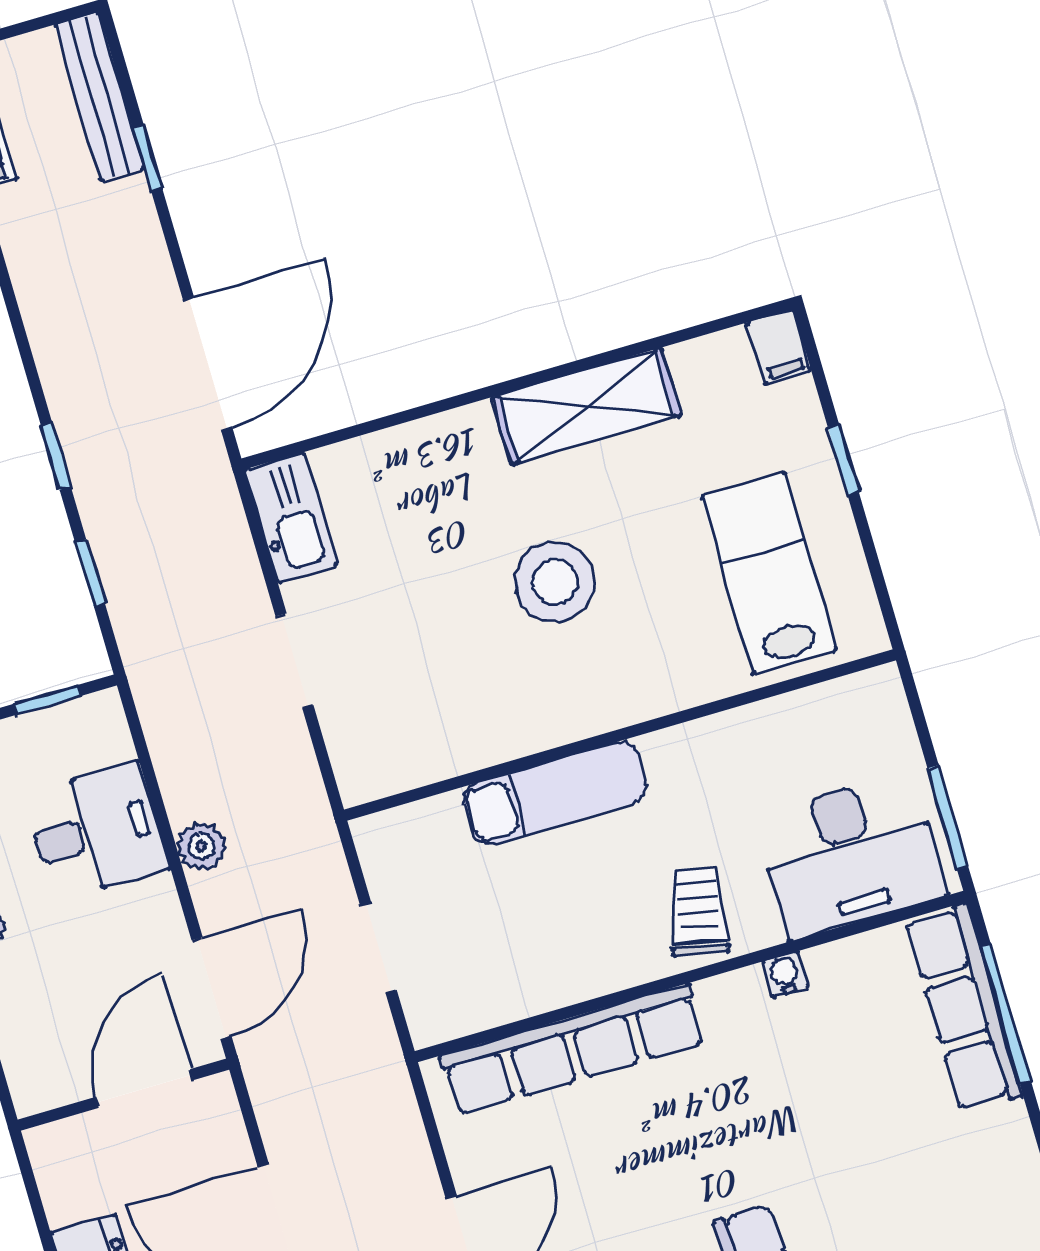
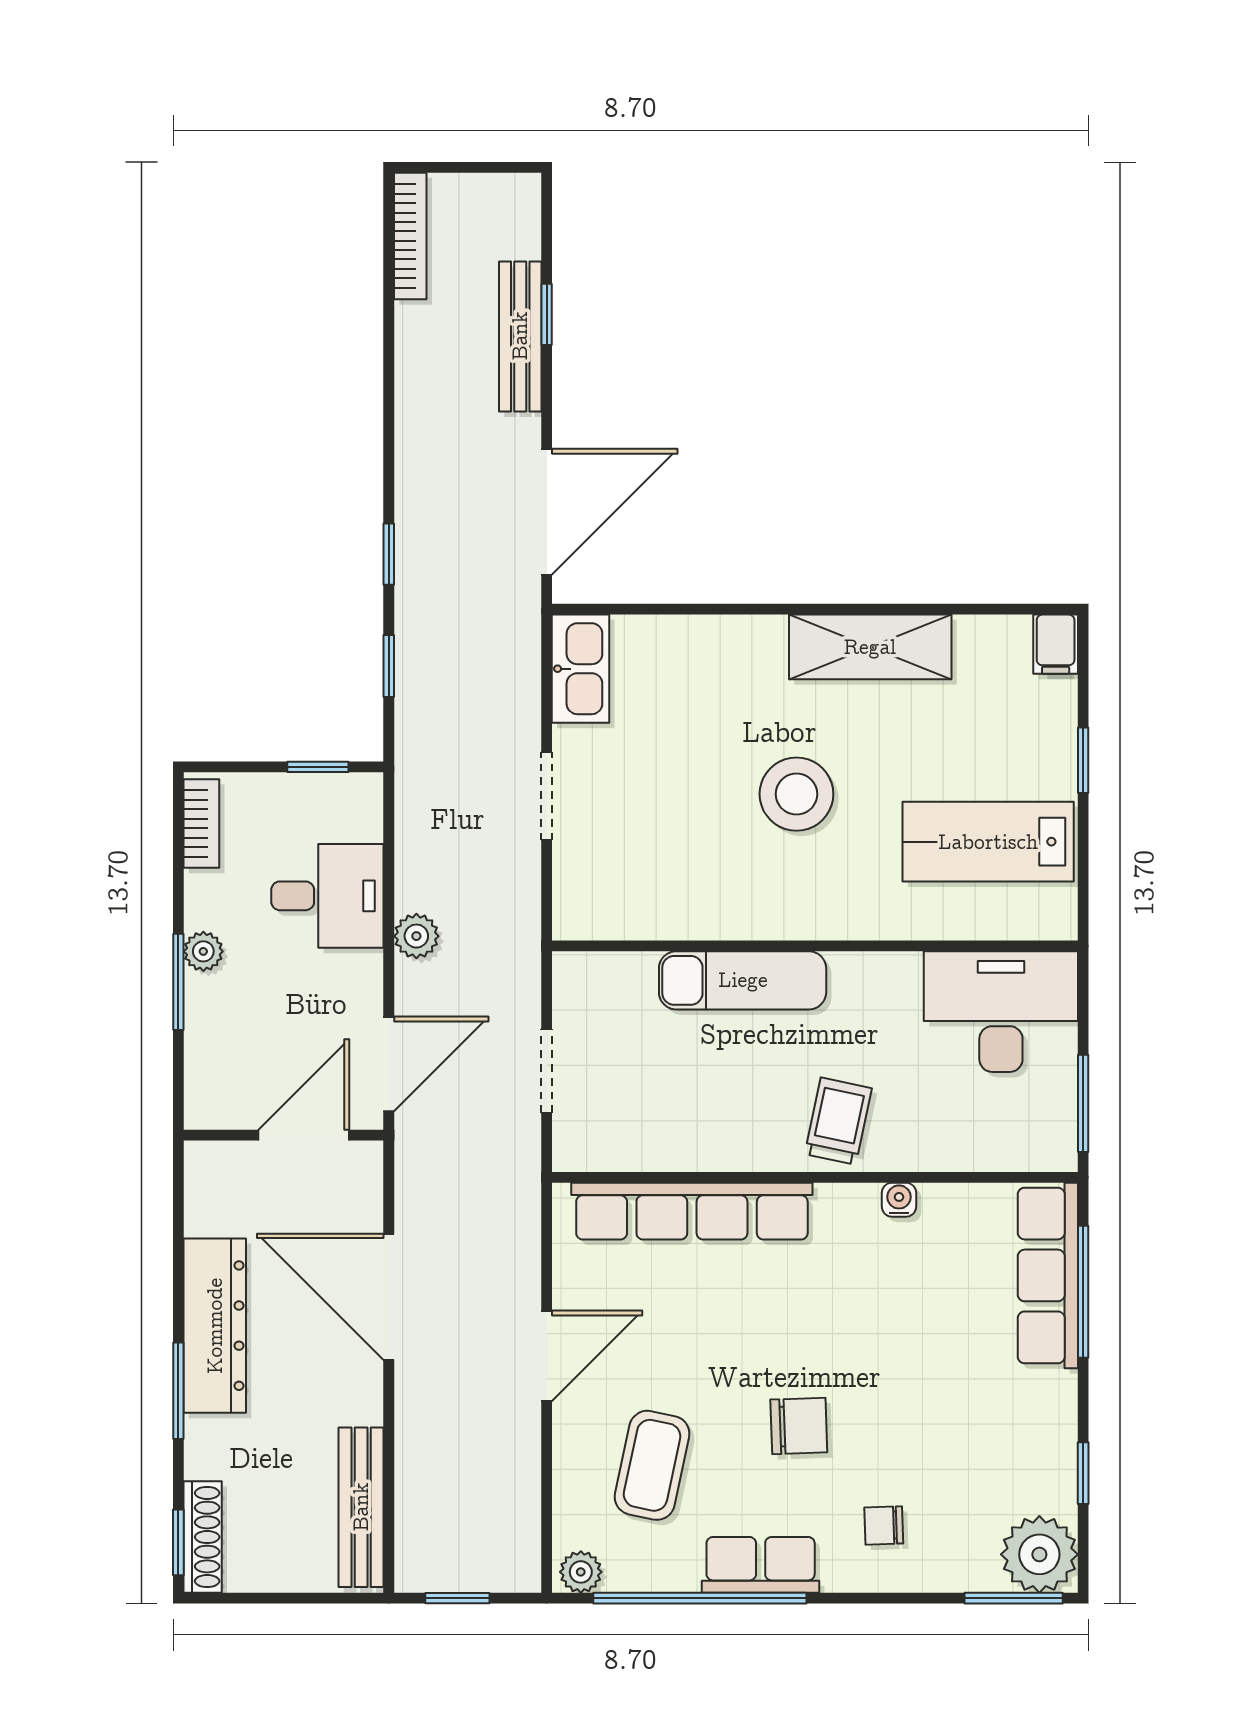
bench: (100, 97) -> (520, 336), moved
lab bench: (769, 573) -> (988, 842), turned -90
desk: (850, 855) -> (1001, 1012), moved, turned 180

